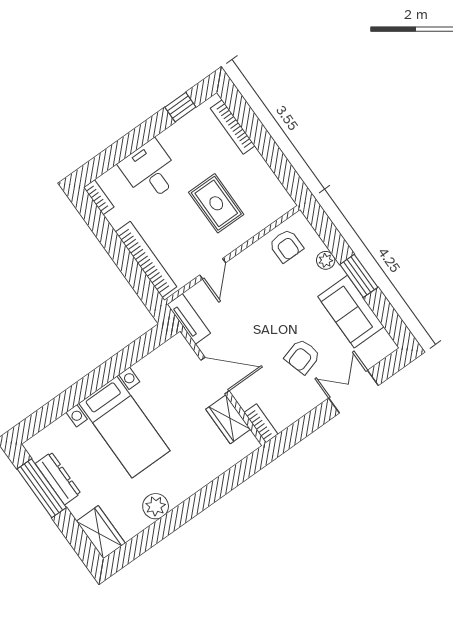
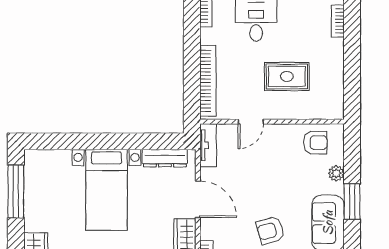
bookcase: (233, 127) -> (338, 21), width x0.64
rug: (216, 203) -> (287, 76), turned 90
armchair: (286, 246) -> (315, 143), turned -90
dresser: (58, 478) -> (165, 158), moved, turned 90

